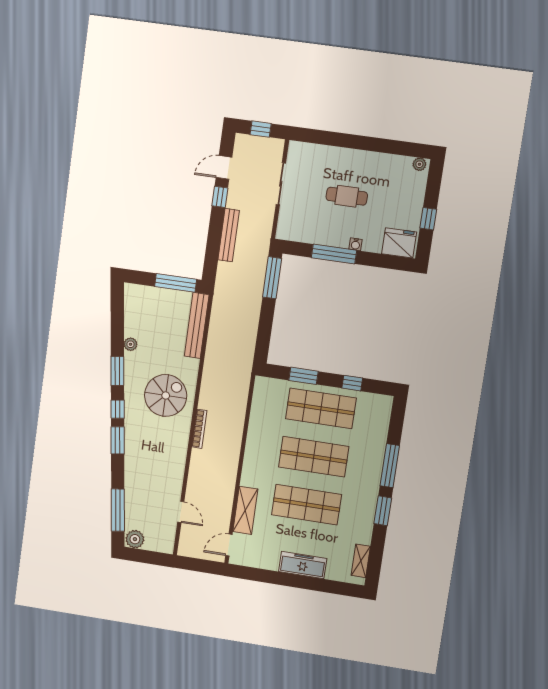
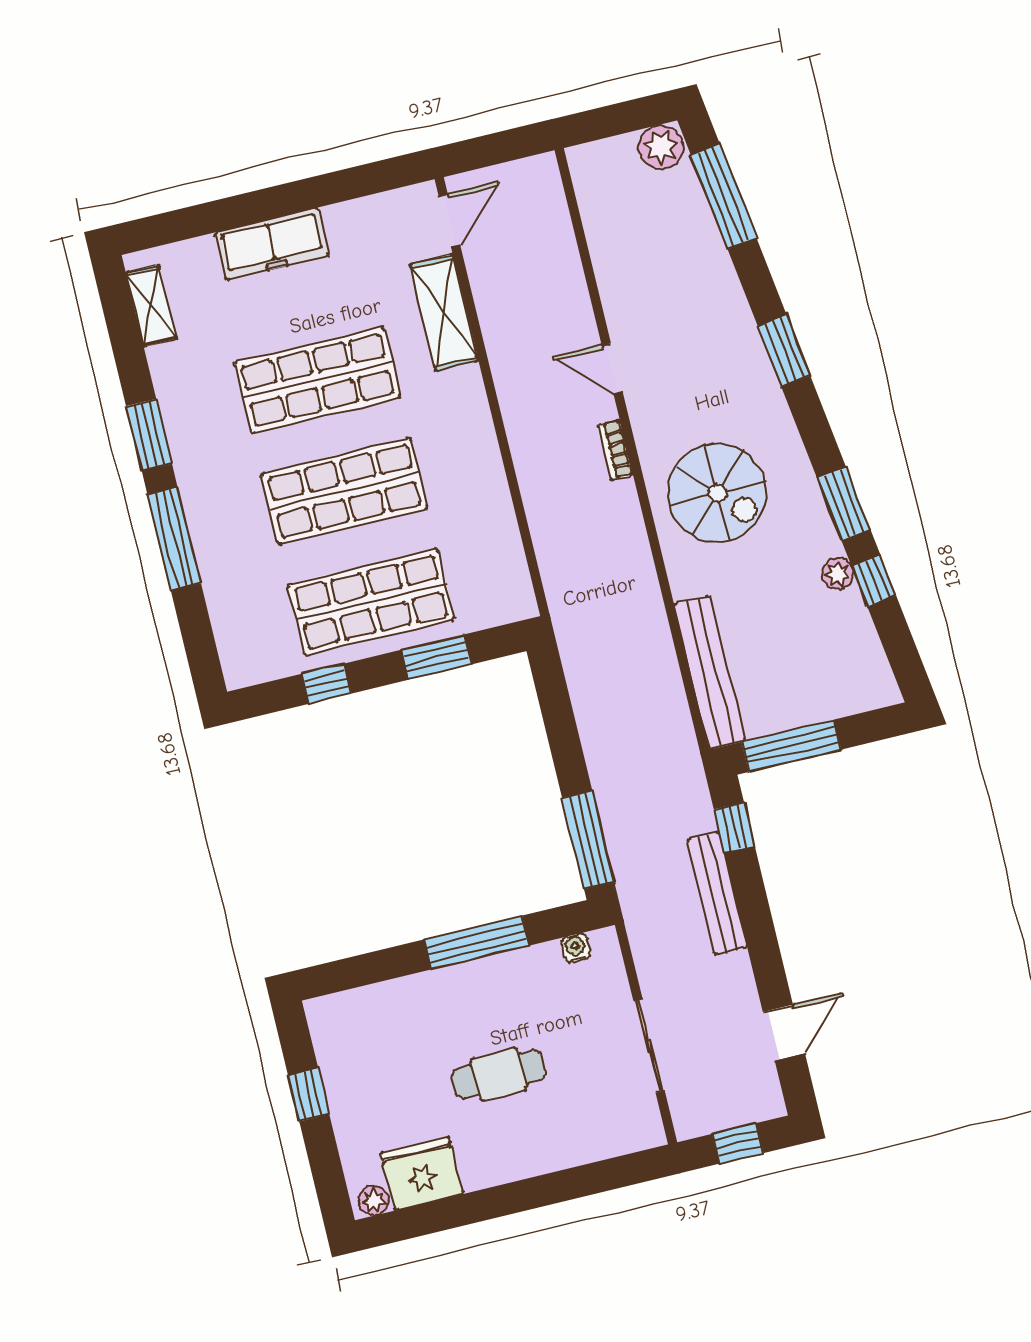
window: (220, 197) -> (734, 828), moved
fridge: (399, 243) -> (422, 1173), moved, turned 180
water cooler: (356, 244) -> (576, 948), moved
spiral stairs: (166, 395) -> (717, 493), turned -90
window: (118, 409) -> (874, 581), moved
bookcase: (199, 429) -> (615, 450), width x0.64
door: (181, 512) -> (612, 369), moved

